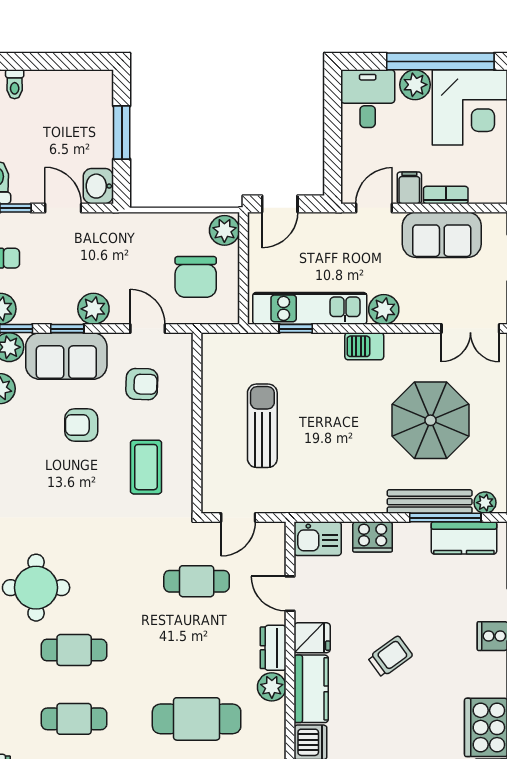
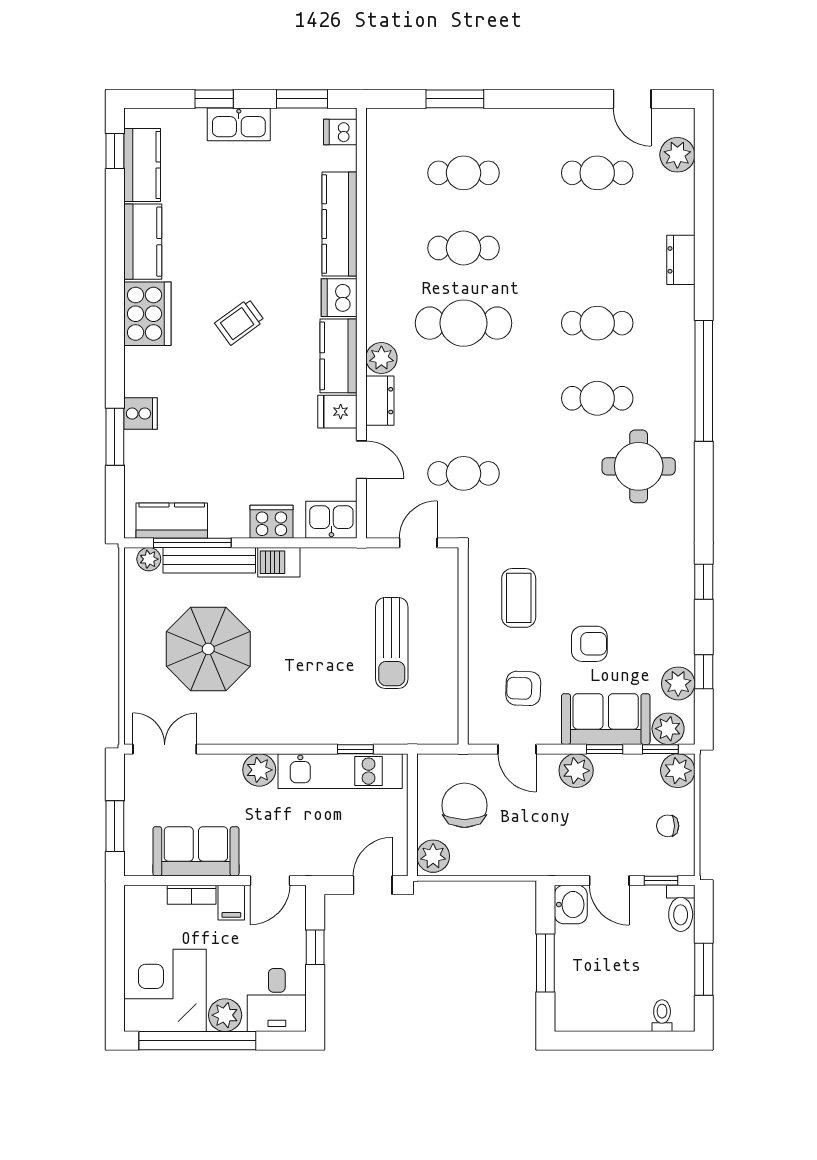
window: (333, 147) -> (315, 947), added
barbecue: (364, 346) -> (279, 562), moved, turned 180
trolley: (390, 657) -> (240, 322), moved

